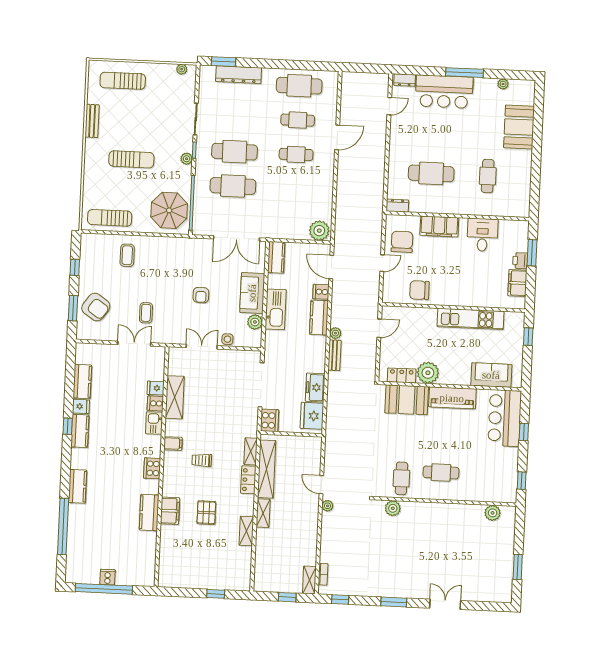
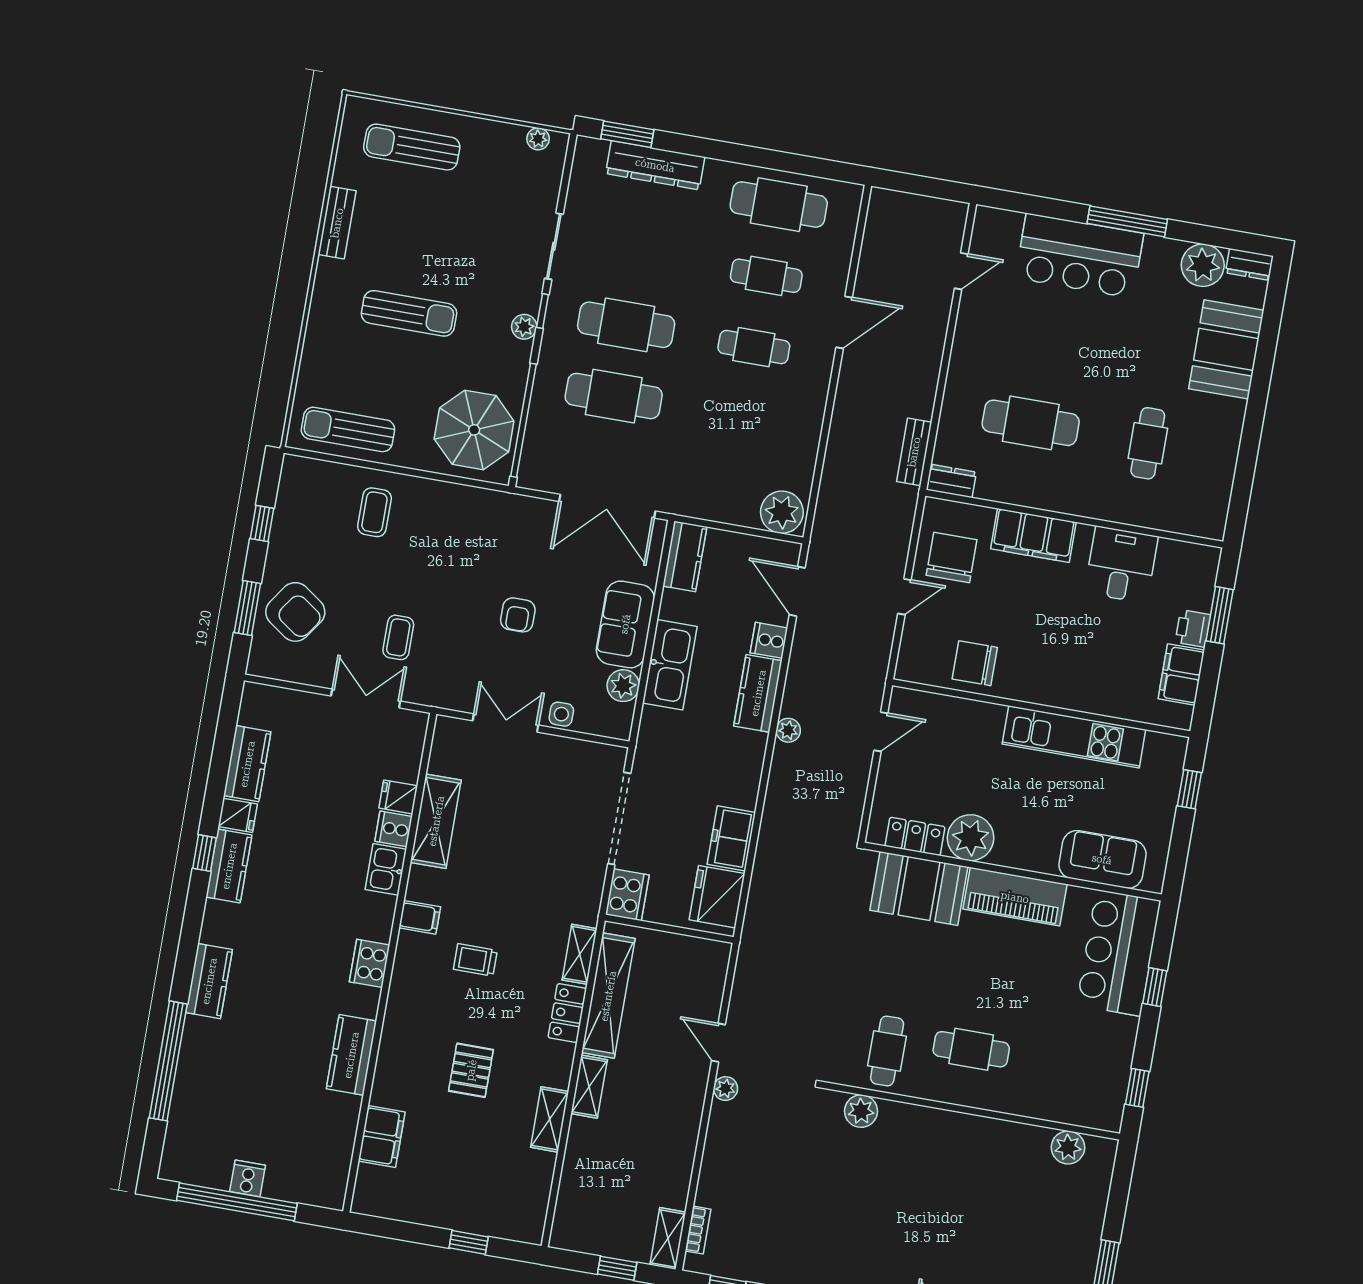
dresser: (405, 80) -> (1249, 264), moved
plant: (503, 84) -> (1203, 265), width x1.87, depth x1.87
bench: (335, 355) -> (914, 452), moved
filing cabinet: (170, 511) -> (382, 1136), moved

